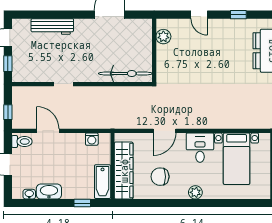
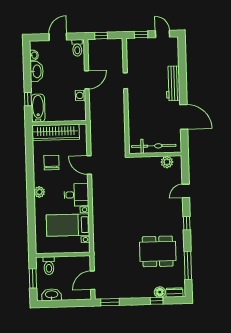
workbench: (52, 26) -> (173, 83), moved
bicycle: (125, 74) -> (154, 146), moved, turned -90
door: (48, 131) -> (87, 80), moved
washing machine: (92, 139) -> (81, 95), moved
bathtub: (103, 182) -> (38, 108), moved, turned 90

